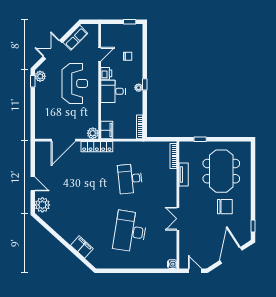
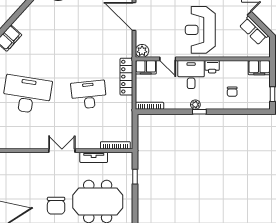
filing cabinet: (107, 33) -> (259, 68), added
door: (100, 54) -> (168, 59), moved
reception desk: (75, 83) -> (200, 30), turned 90
locker: (97, 147) -> (126, 77), moved
double door: (178, 219) -> (62, 151), moved

